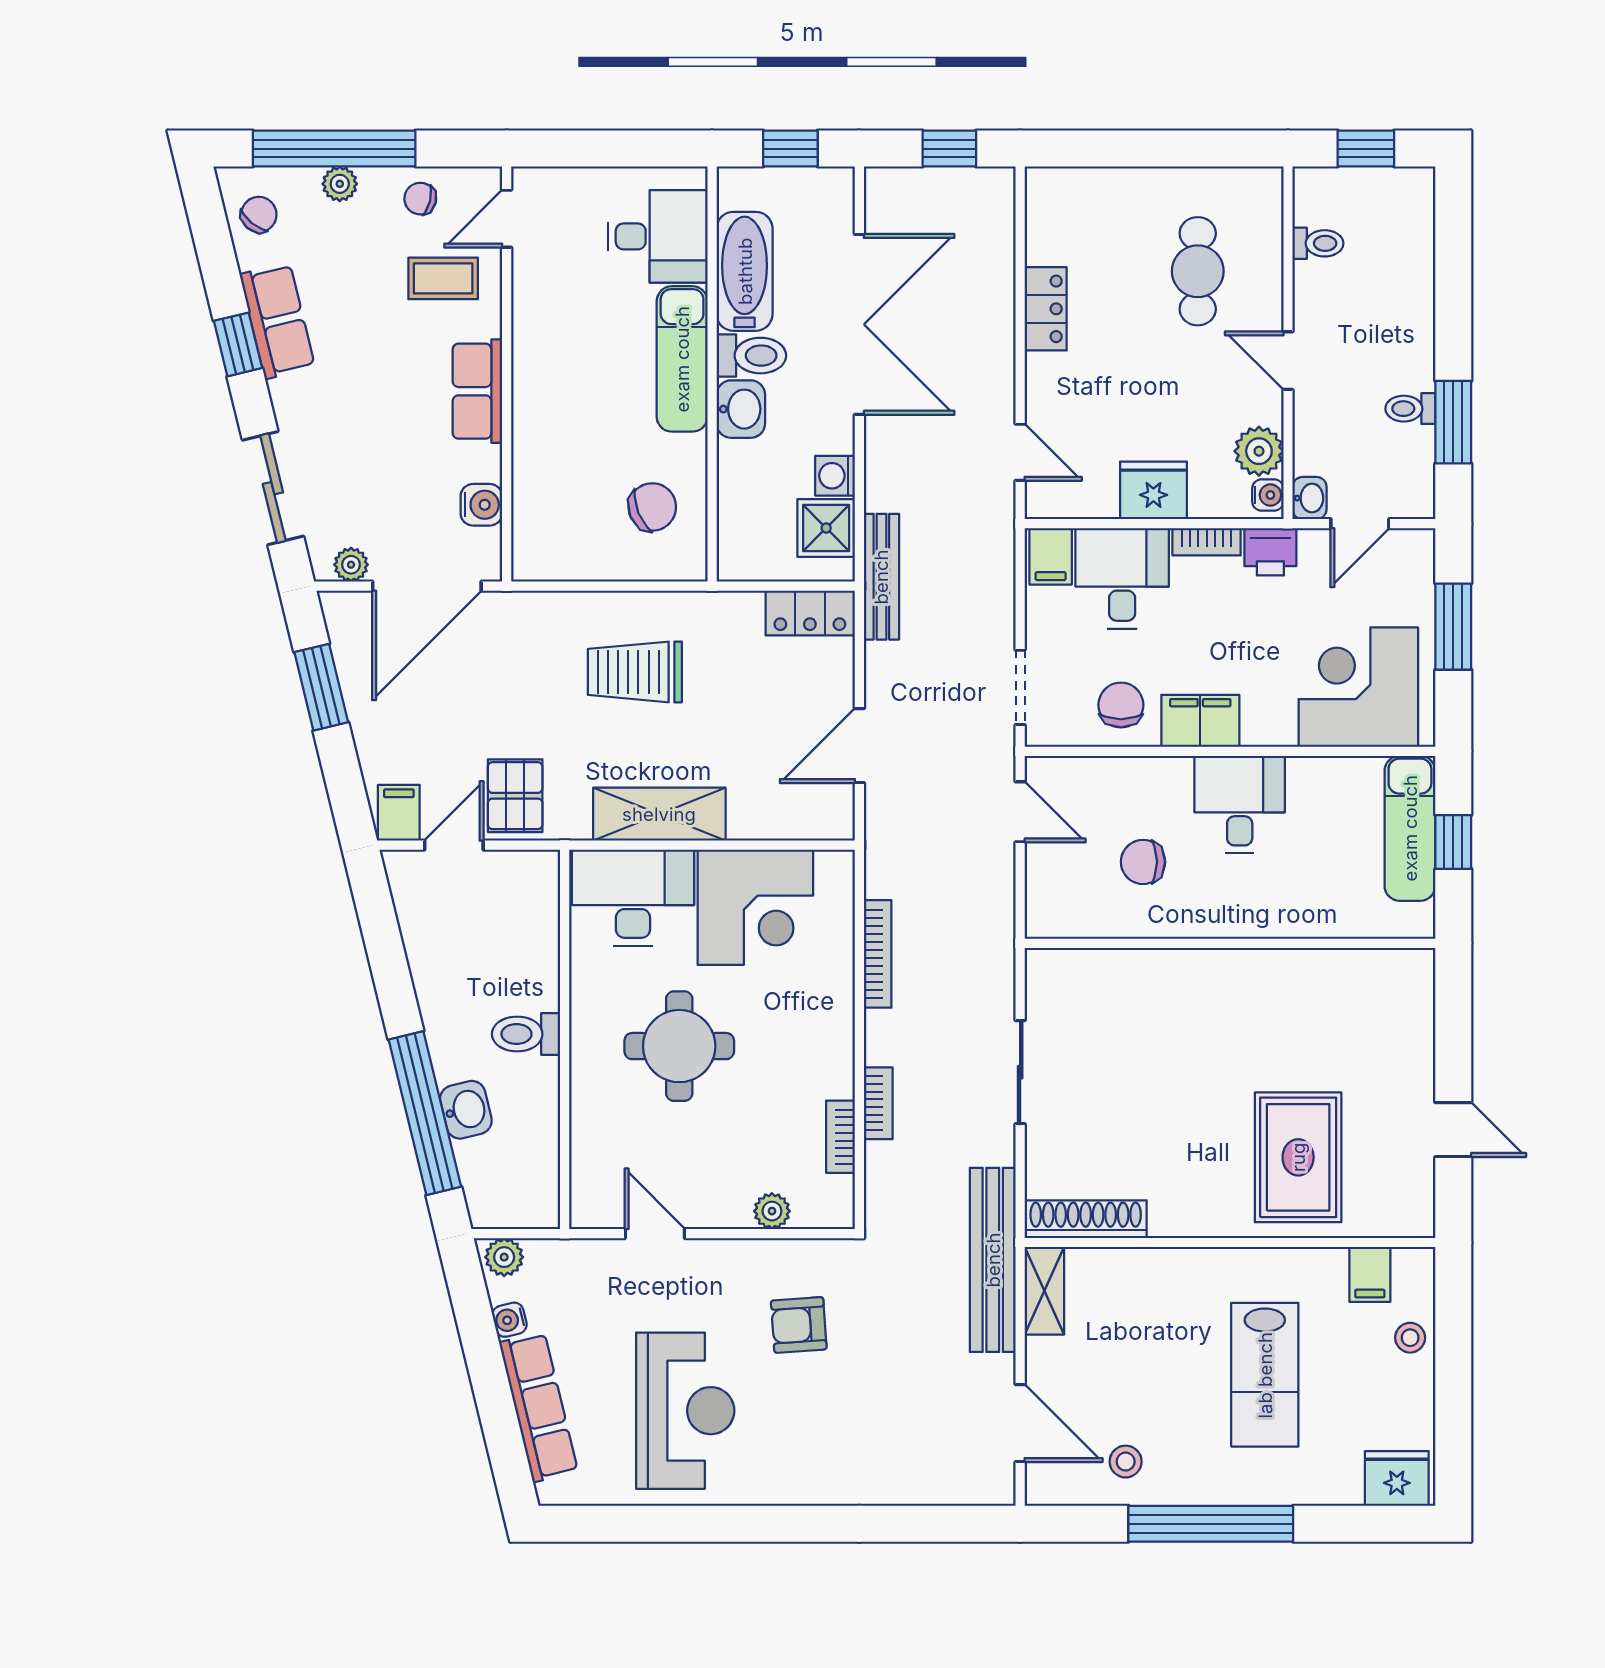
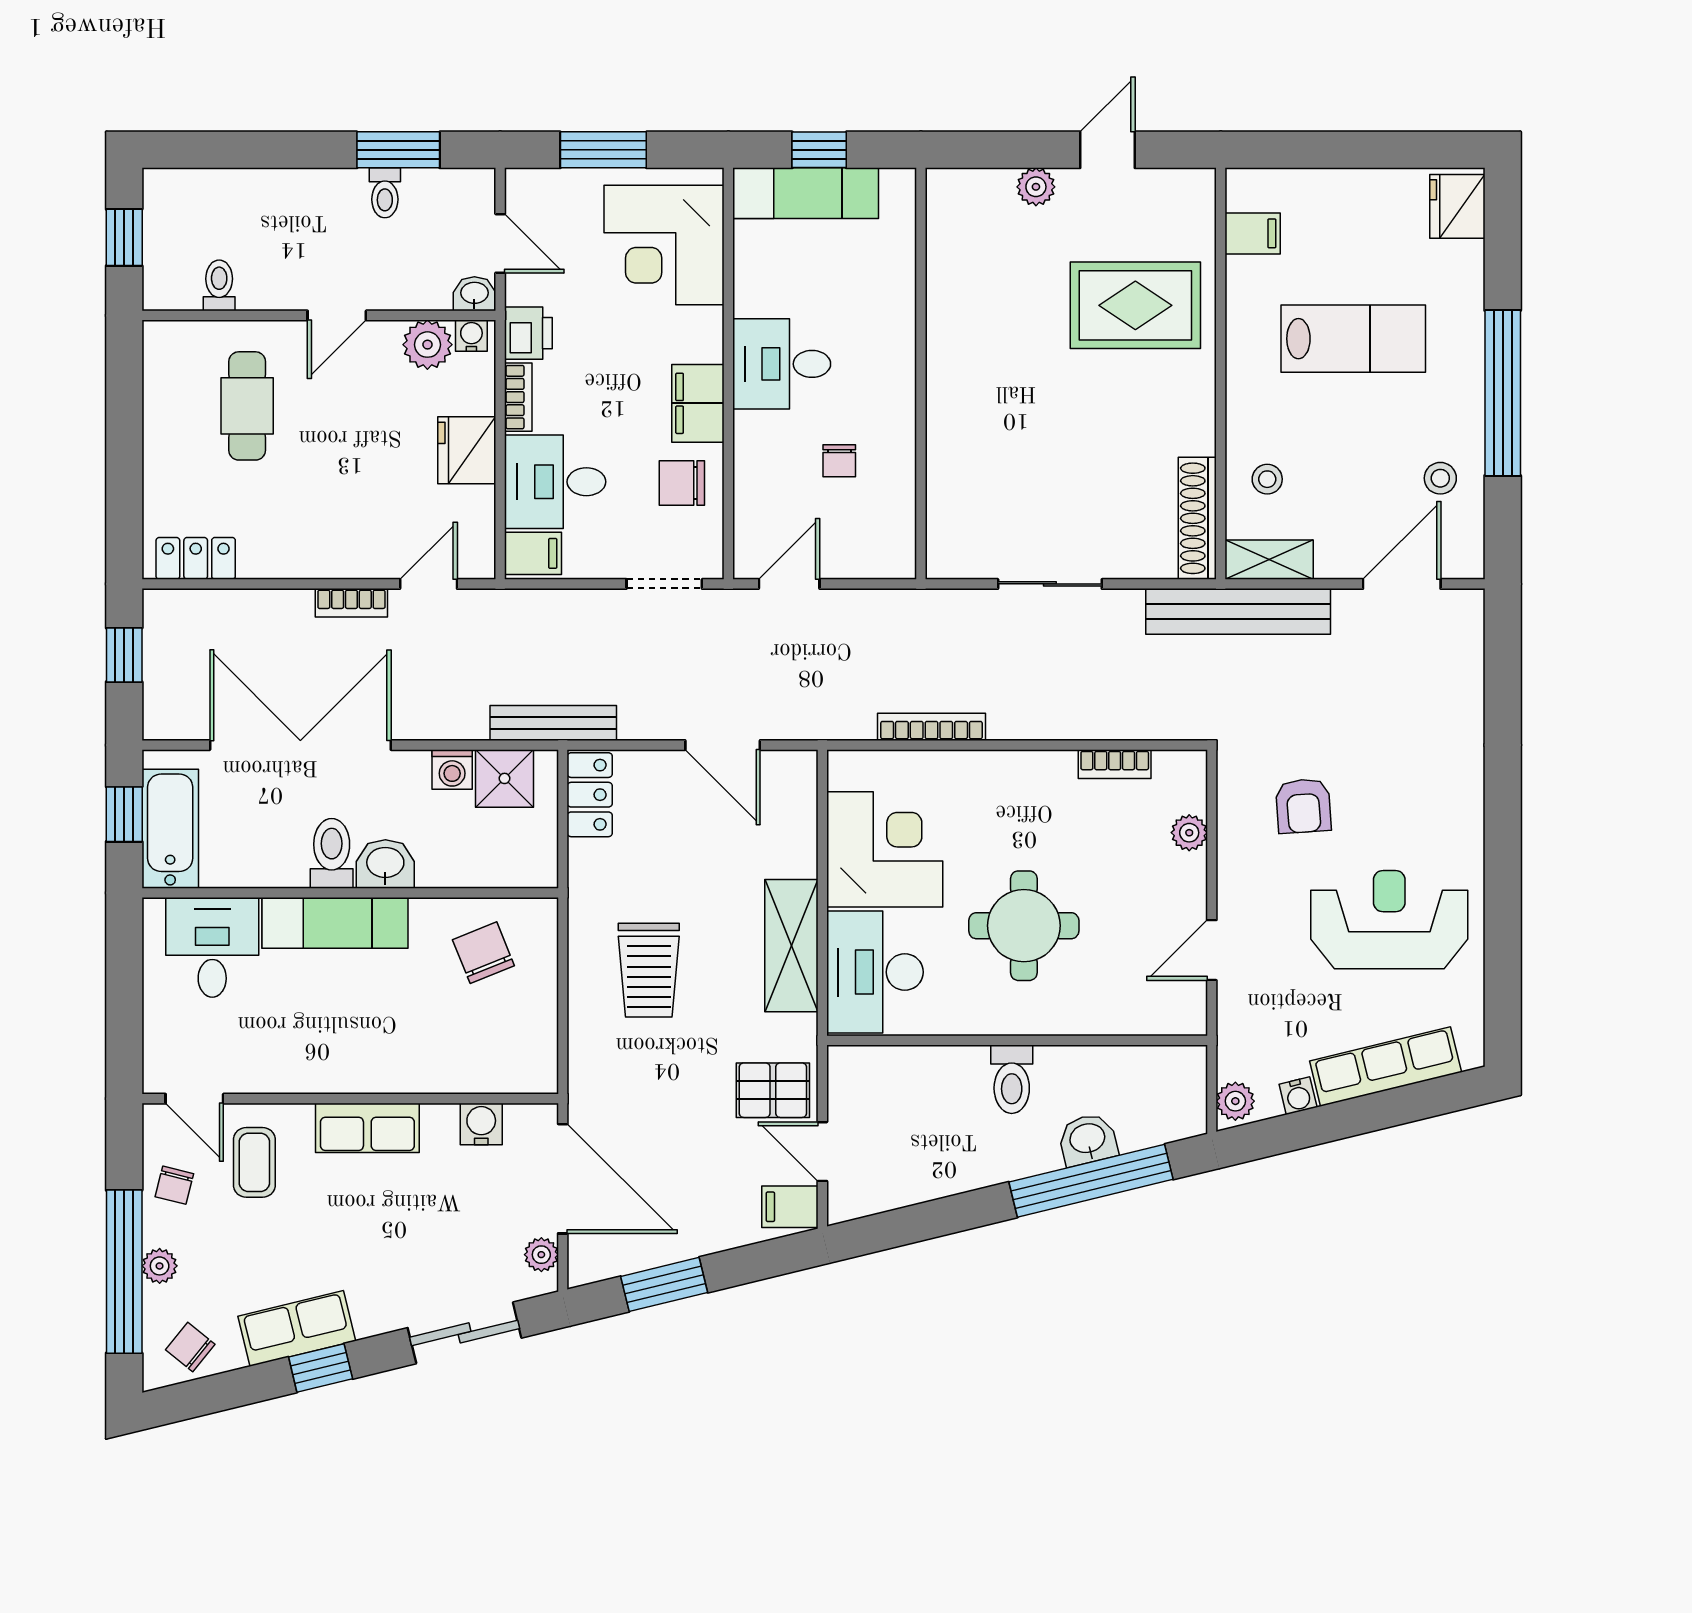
bathtub: (745, 271) -> (170, 829), moved, turned 90
cafe table: (1198, 271) -> (247, 406), turned 90
locker: (1046, 309) -> (196, 558), moved
chair: (1143, 862) -> (839, 461), width x0.73, depth x0.73
plant: (1416, 1058) -> (1036, 187), added
bookcase: (878, 1103) -> (351, 603), moved, turned 180
stool: (1410, 1338) -> (1267, 479), moved

